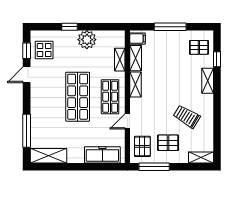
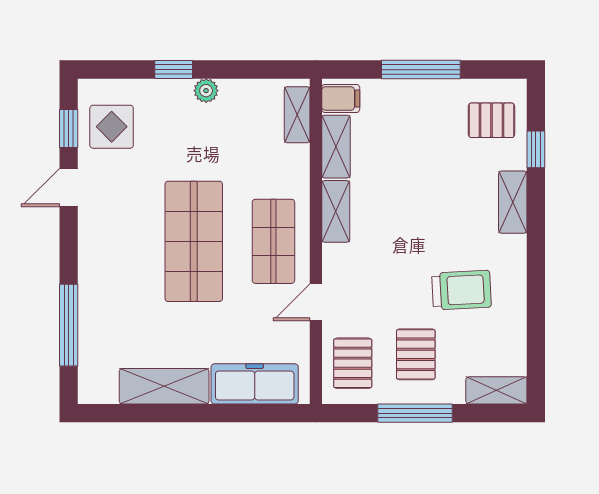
plant: (87, 40) -> (206, 91), width x0.53, depth x0.53
shelving: (120, 60) -> (297, 115), moved
trolley: (187, 117) -> (462, 290), turned 146
pallet: (168, 143) -> (416, 354), turned 90
shelving: (49, 156) -> (164, 386), moved
window: (154, 167) -> (415, 413), moved

